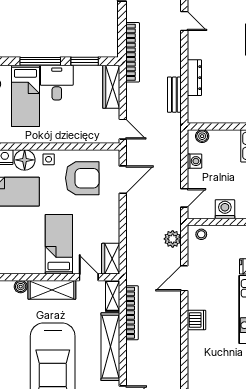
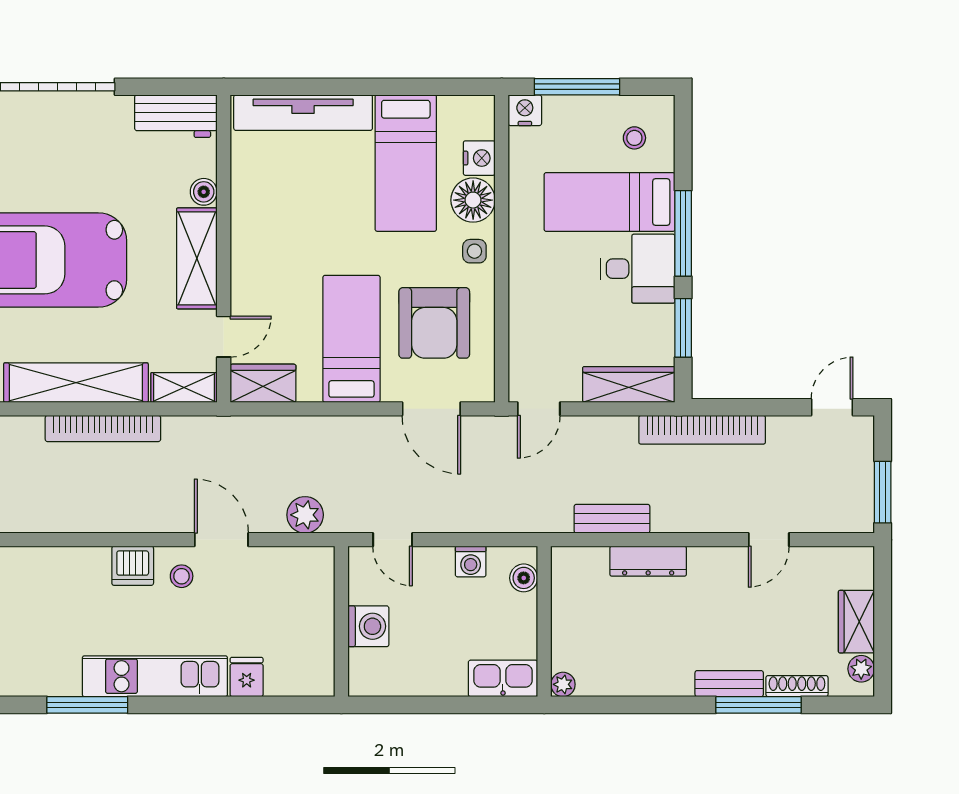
stool: (201, 234) -> (182, 576), moved
bed: (59, 244) -> (351, 339), moved, turned -90
bookcase: (132, 313) -> (103, 428), moved

